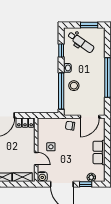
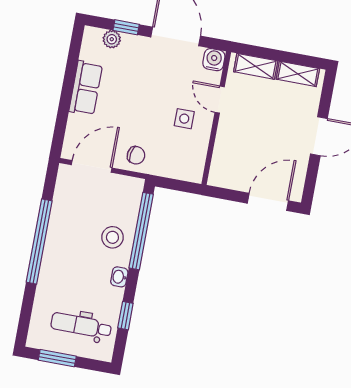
dental chair: (81, 42) -> (81, 326), turned -35
locker: (25, 123) -> (229, 179), removed

